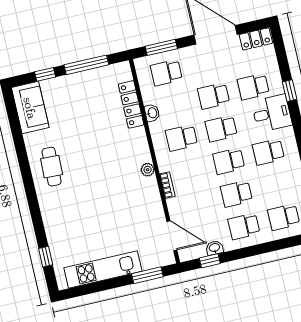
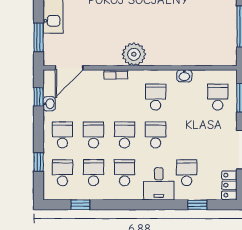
window: (290, 91) -> (197, 205), moved
school desk: (214, 96) -> (93, 173), moved
locker: (131, 104) -> (196, 59), removed
plant: (148, 170) -> (134, 54), width x1.88, depth x1.88
window: (278, 245) -> (39, 162), added

